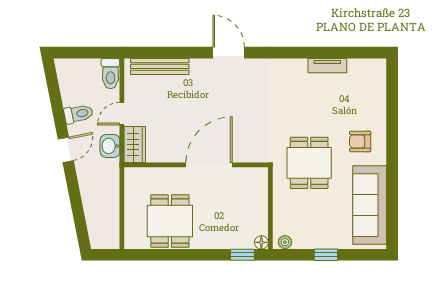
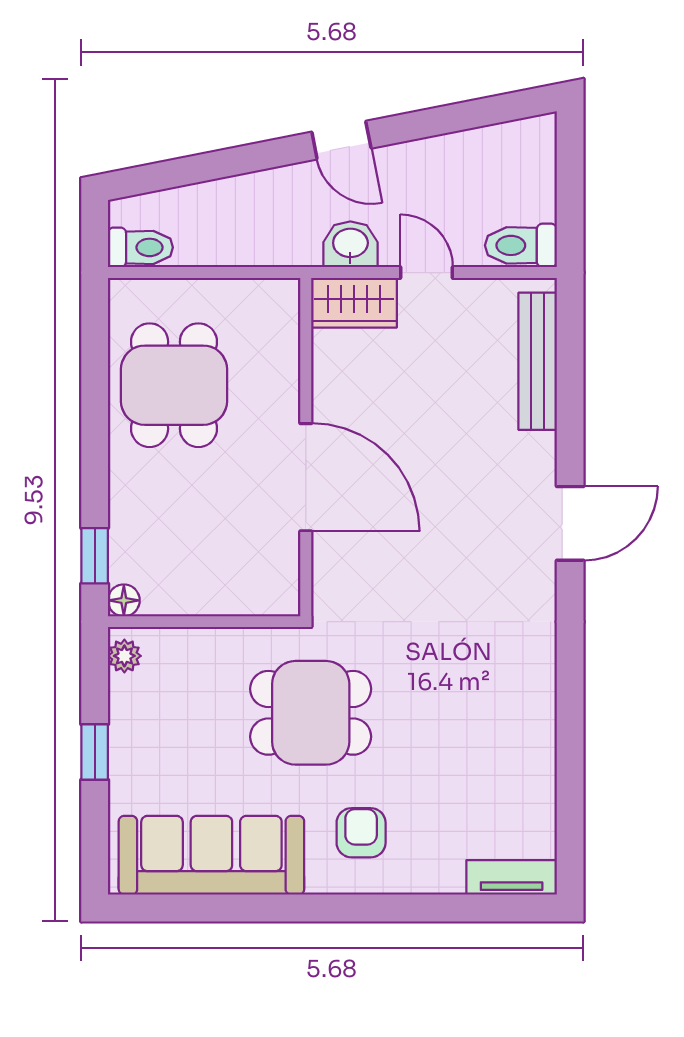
tv unit: (327, 66) -> (512, 877), moved, turned 90
toilet: (78, 114) -> (140, 247), moved, turned -79
dining table: (170, 221) -> (174, 385), turned 90

